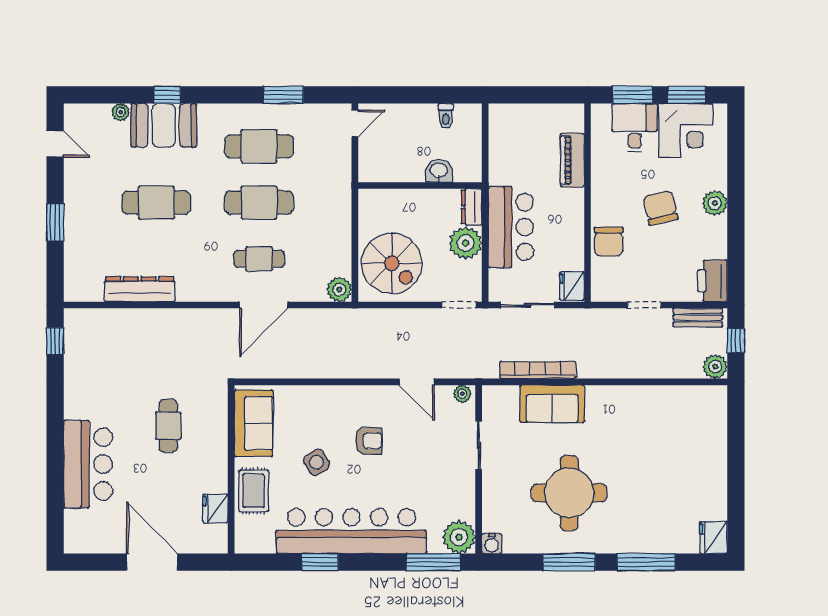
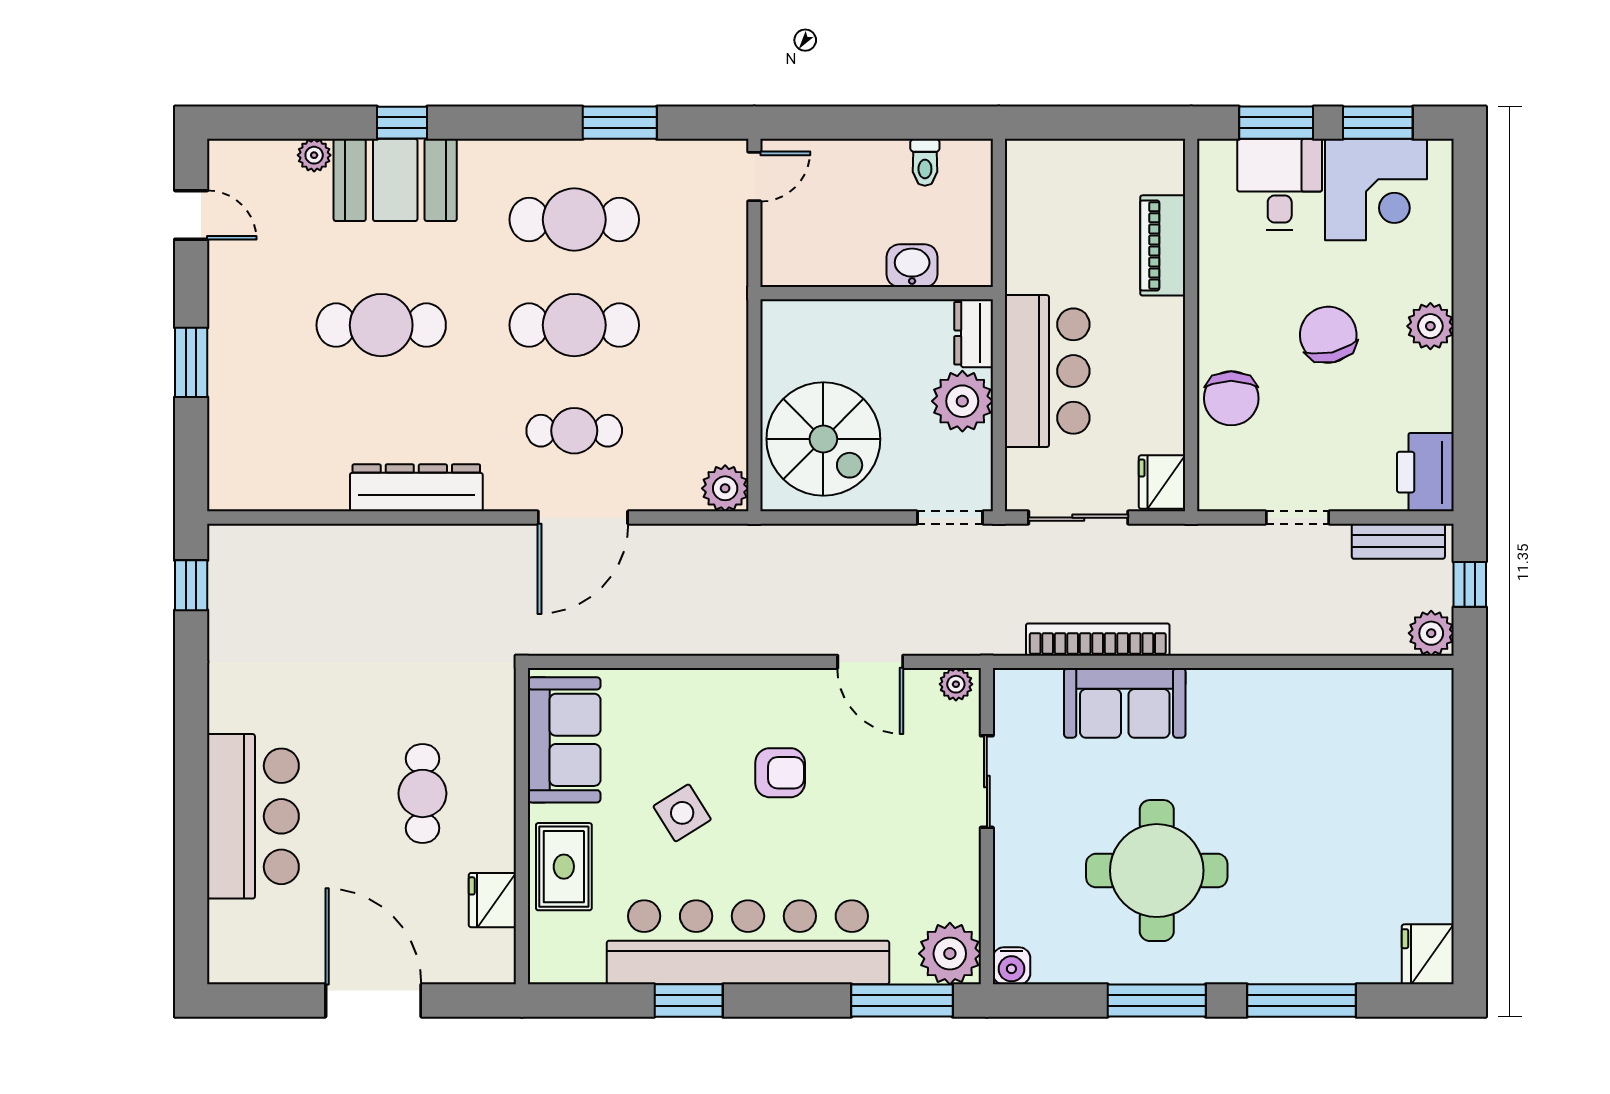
dresser: (140, 289) -> (416, 488), moved
cafe table: (168, 426) -> (422, 793), moved

